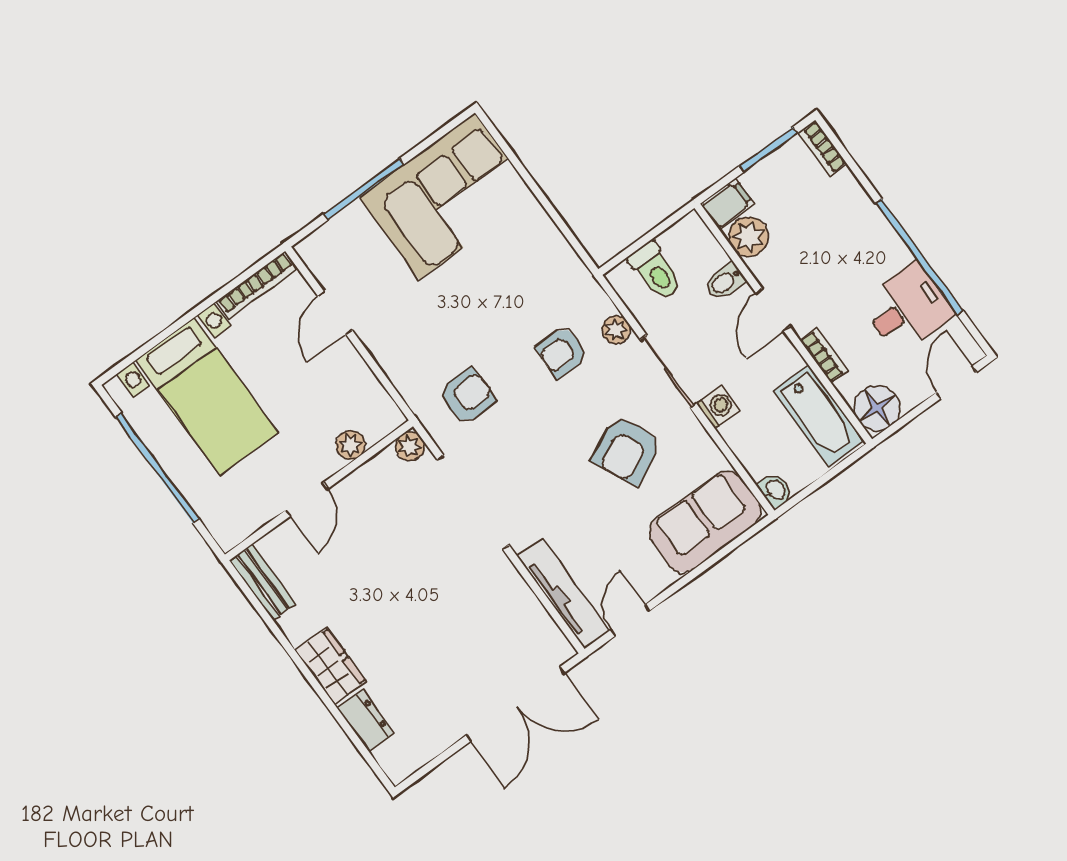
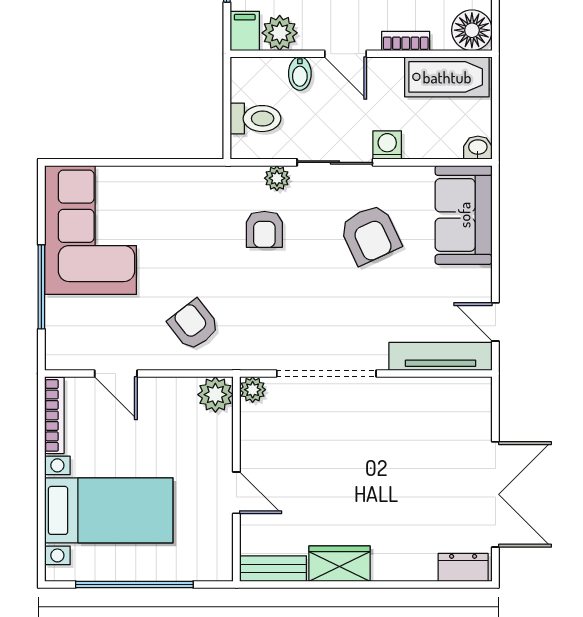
armchair: (467, 396) -> (194, 325), moved, turned -38
plant: (351, 445) -> (215, 395), moved, width x1.38, depth x1.38
wardrobe: (331, 666) -> (340, 564), moved
double door: (515, 704) -> (495, 494), moved
dresser: (365, 721) -> (463, 567), moved

